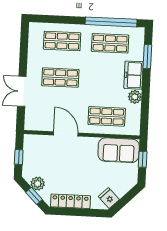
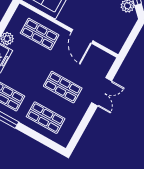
window: (19, 157) -> (132, 37), removed

